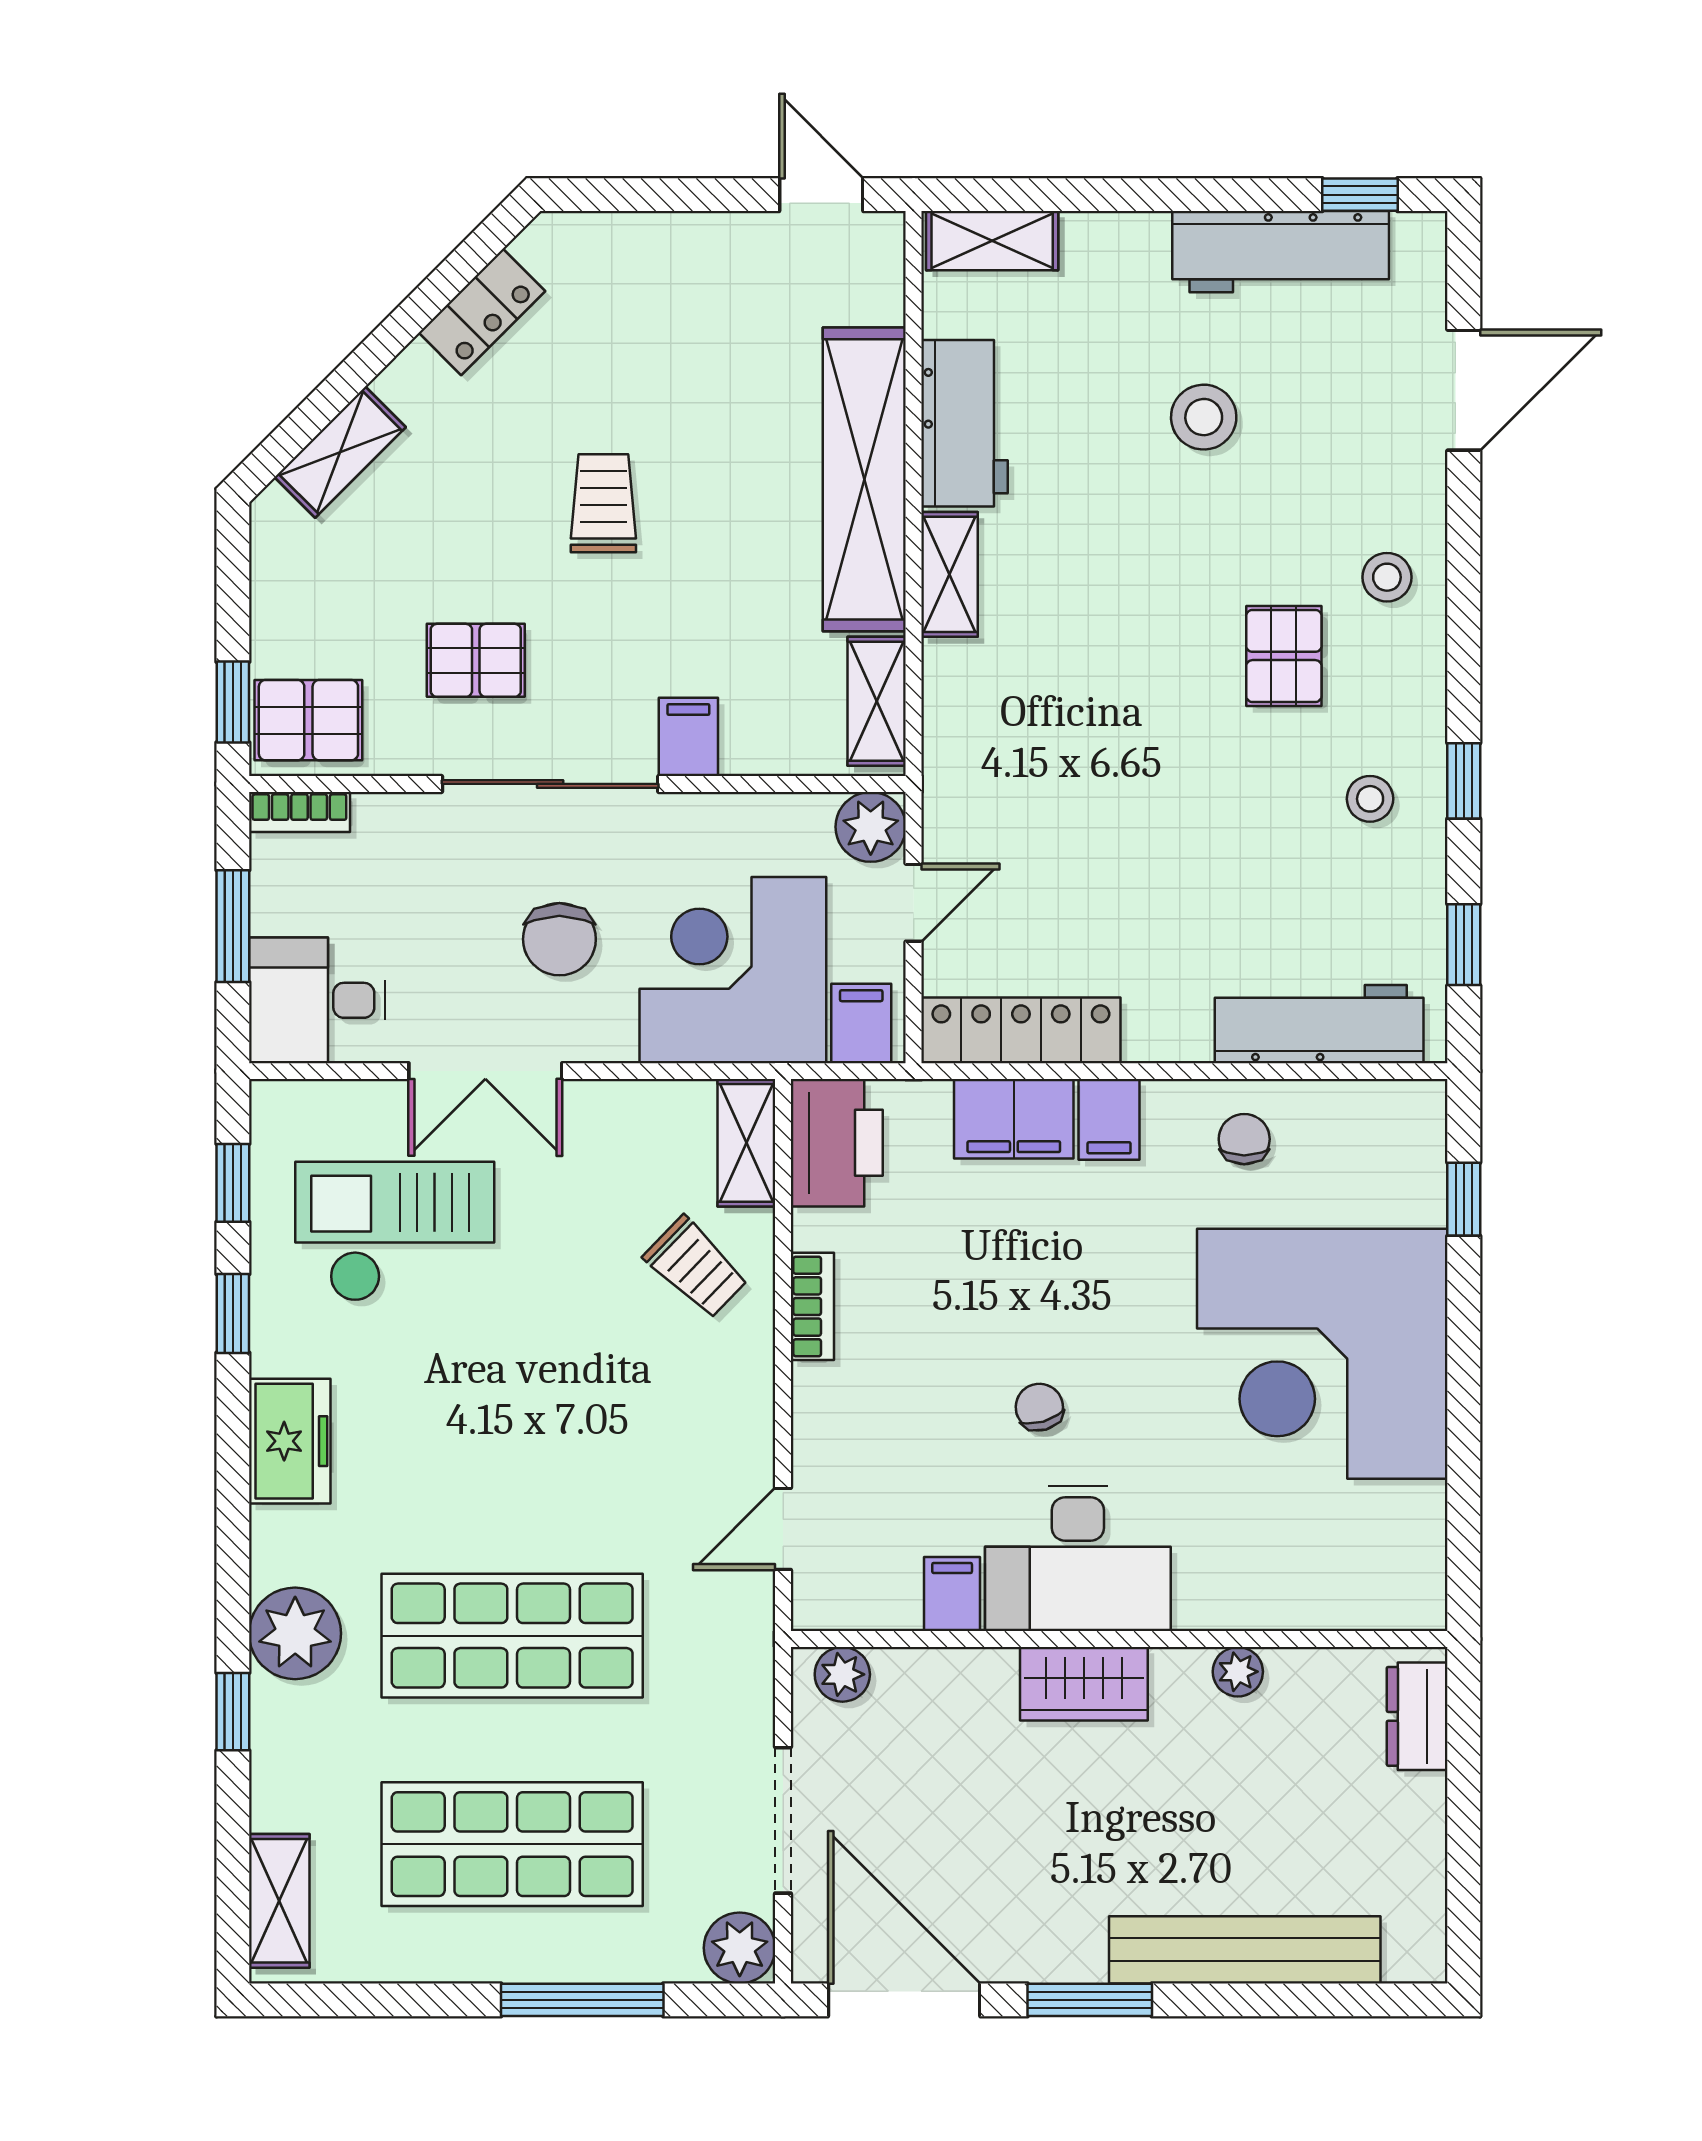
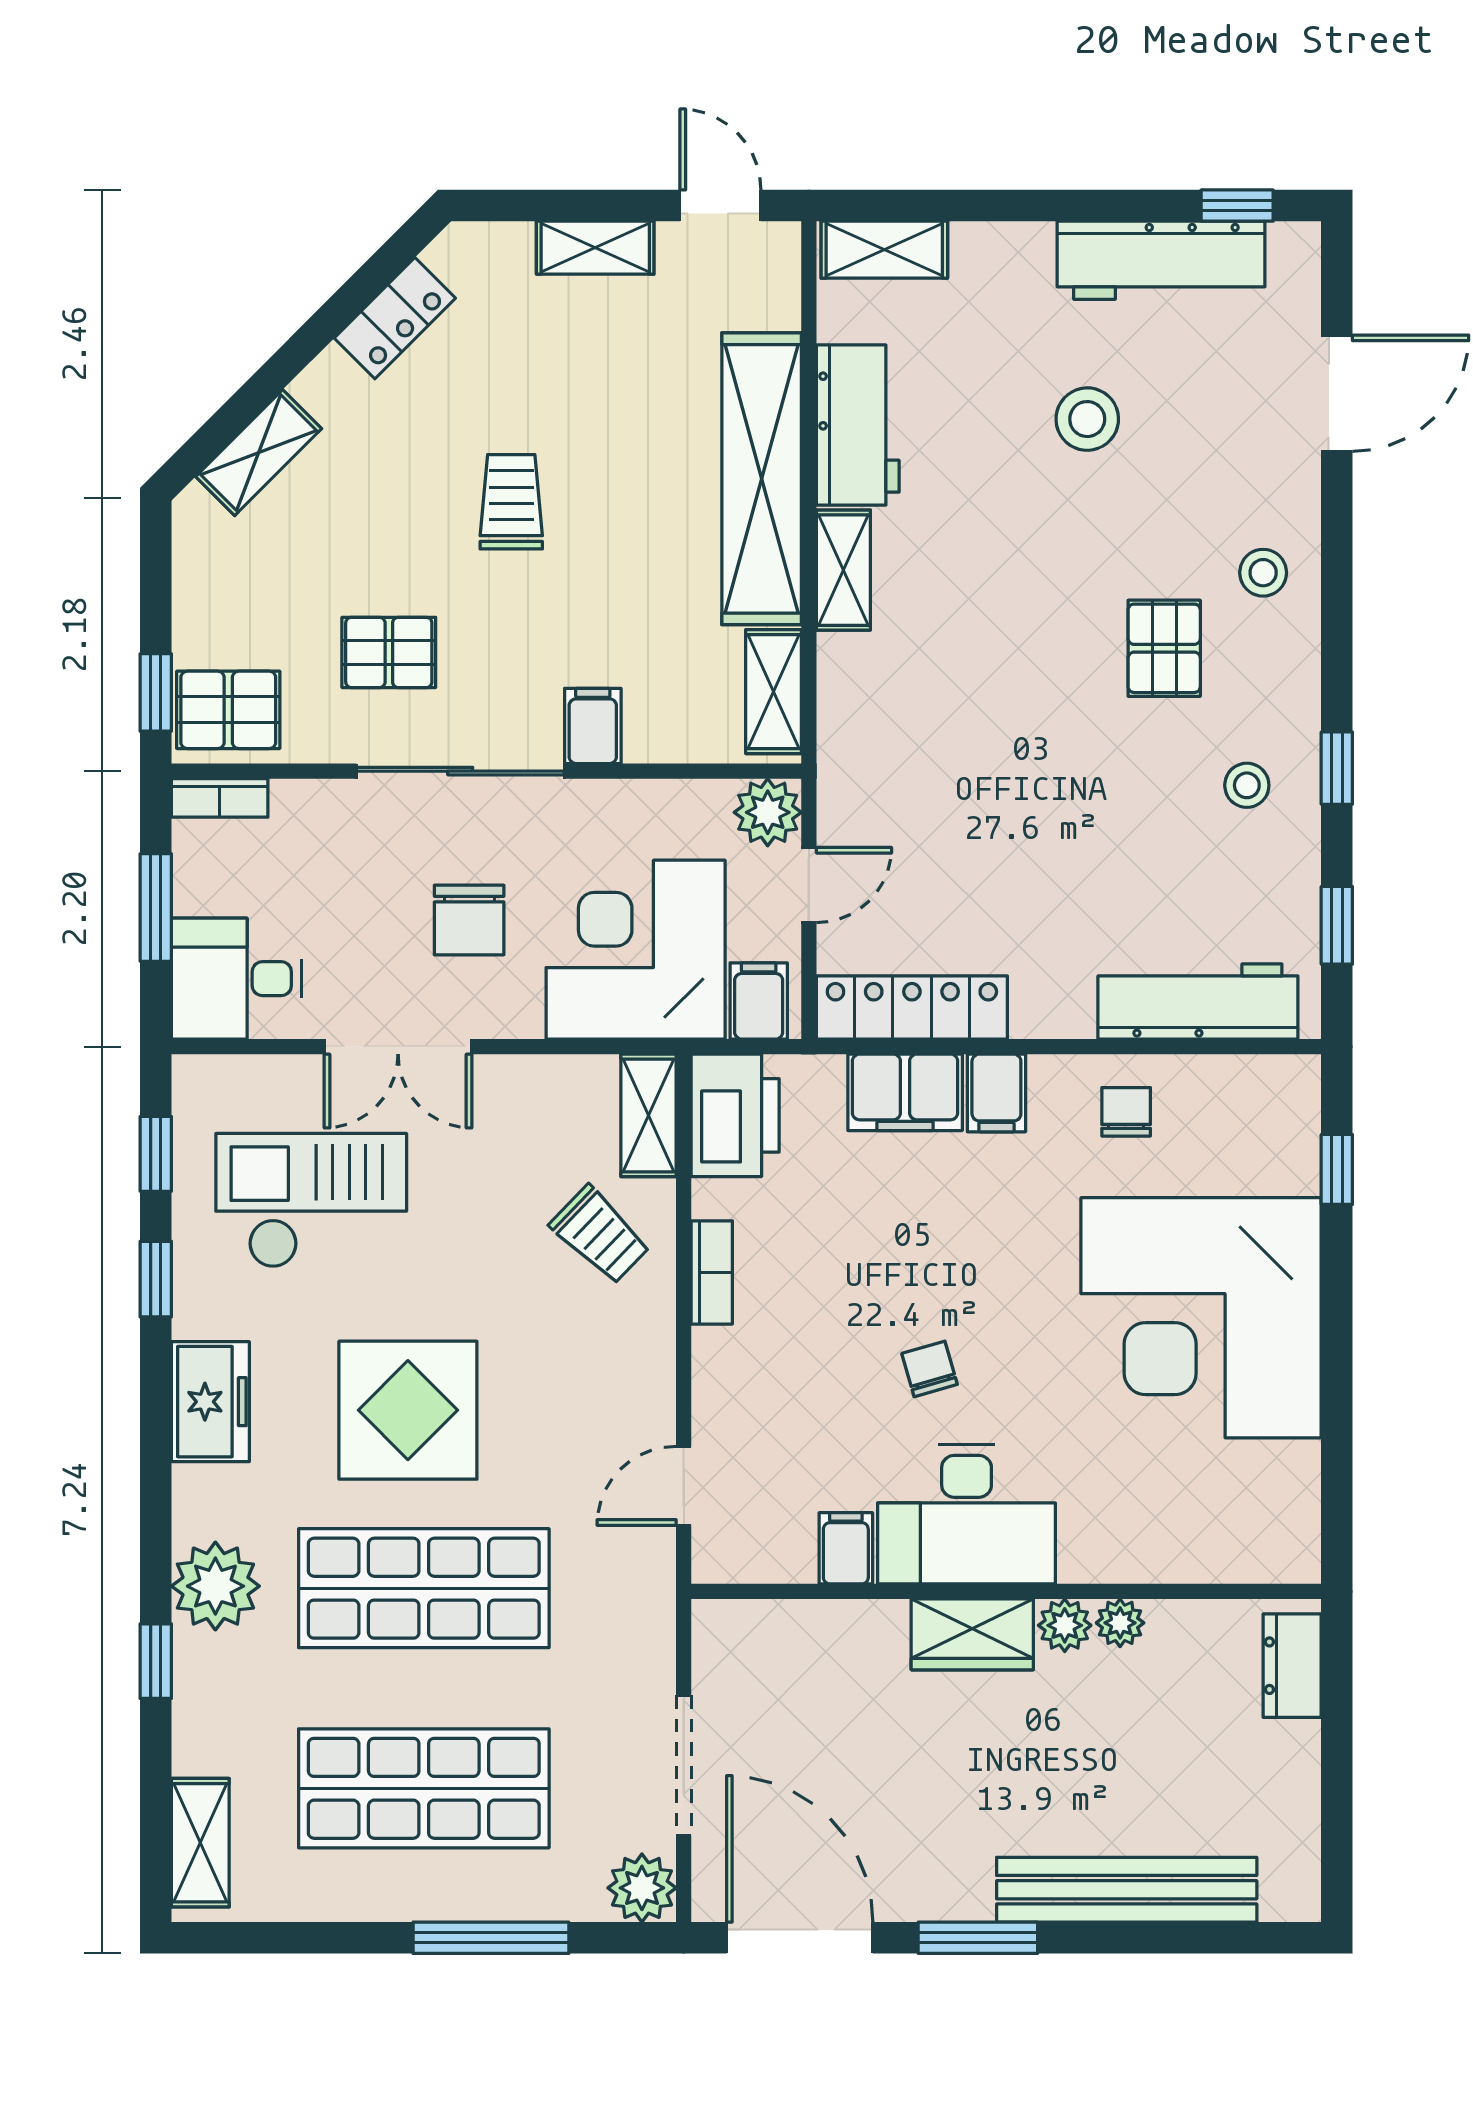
shelving: (691, 238) -> (595, 248), added
display table: (496, 1450) -> (408, 1410), added
plant: (842, 1674) -> (1065, 1625), moved

